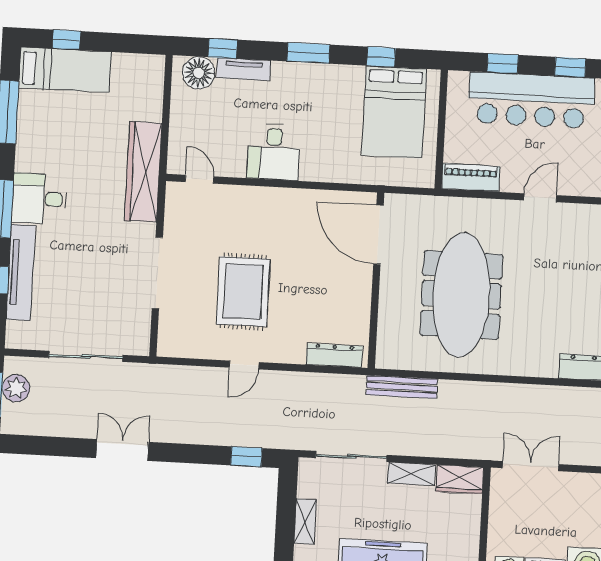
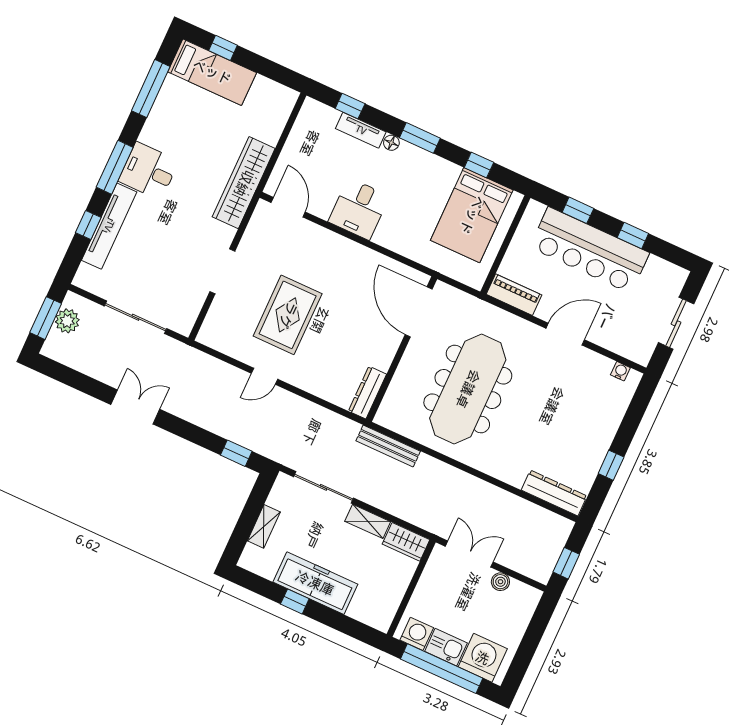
floor lamp: (199, 73) -> (391, 143), moved, width x0.53, depth x0.53
door: (200, 179) -> (288, 207), width x1.37
door: (540, 198) -> (565, 334), width x1.38
doorway: (157, 273) -> (222, 271), width x0.73
dresser: (334, 355) -> (367, 393), moved, turned -90
boiler: (574, 482) -> (500, 582), added

